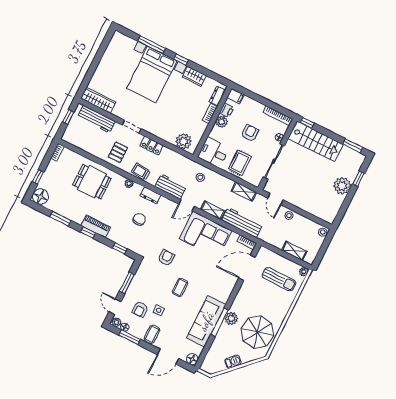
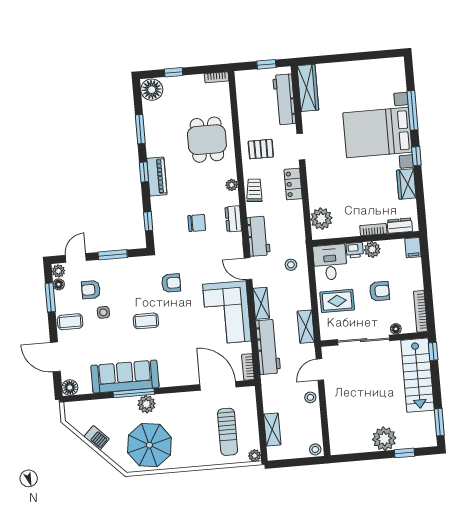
printer: (227, 110) -> (355, 250), moved

